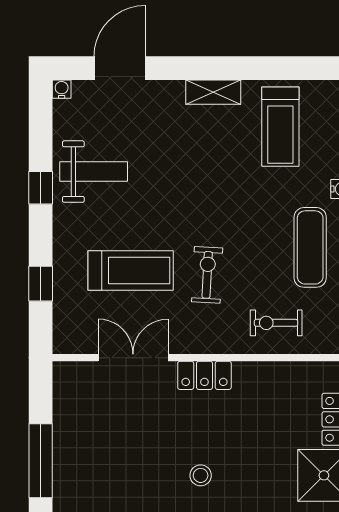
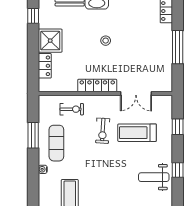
locker: (204, 375) -> (97, 86), width x1.53

